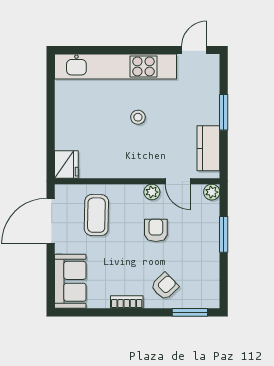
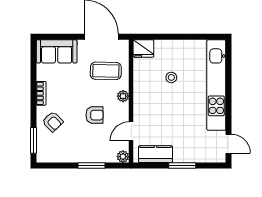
stool: (138, 117) -> (171, 77), moved
plant: (152, 192) -> (123, 96), moved

